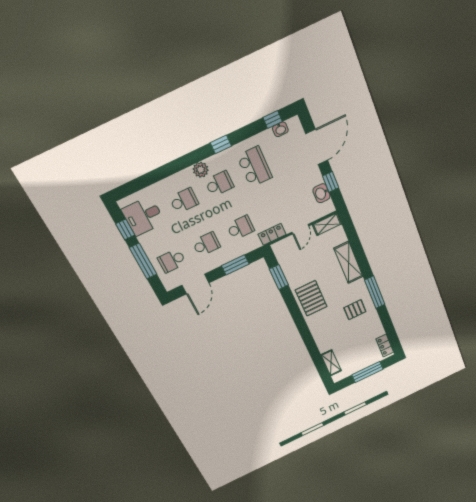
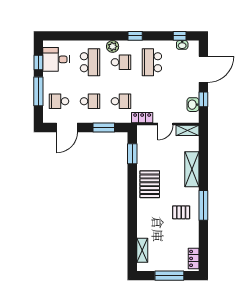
school desk: (255, 167) -> (152, 62), turned 180
school desk: (184, 201) -> (90, 62), width x1.85

